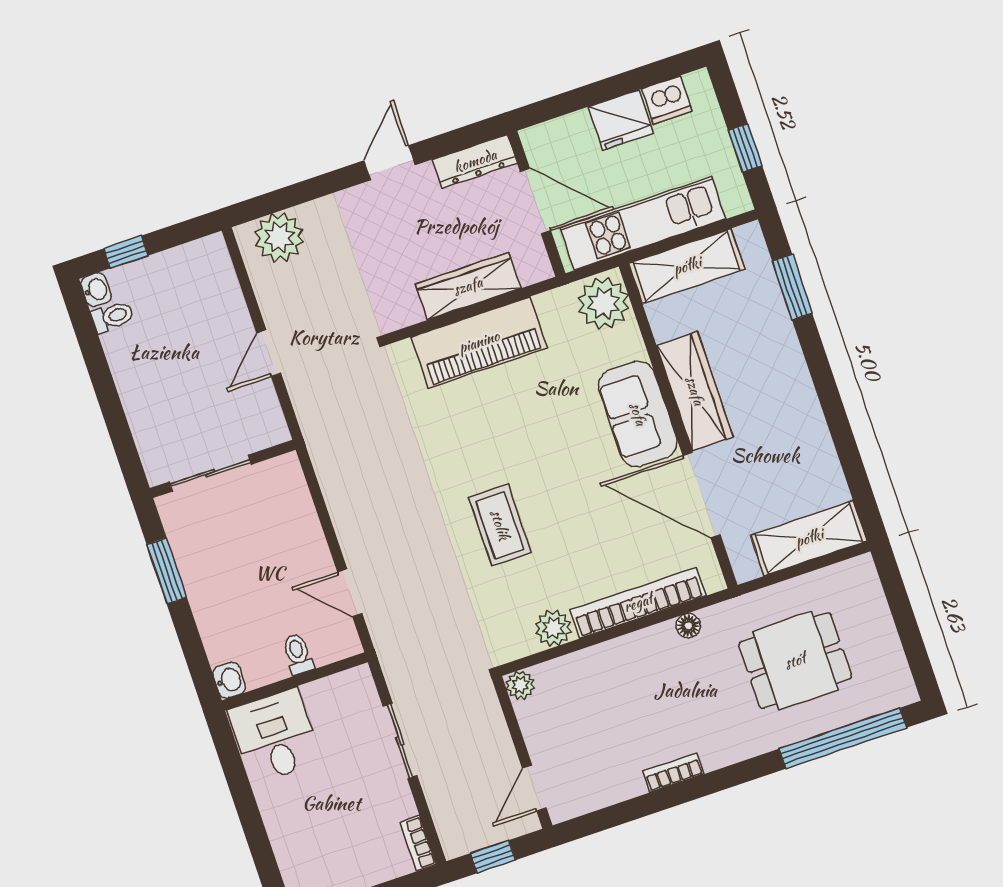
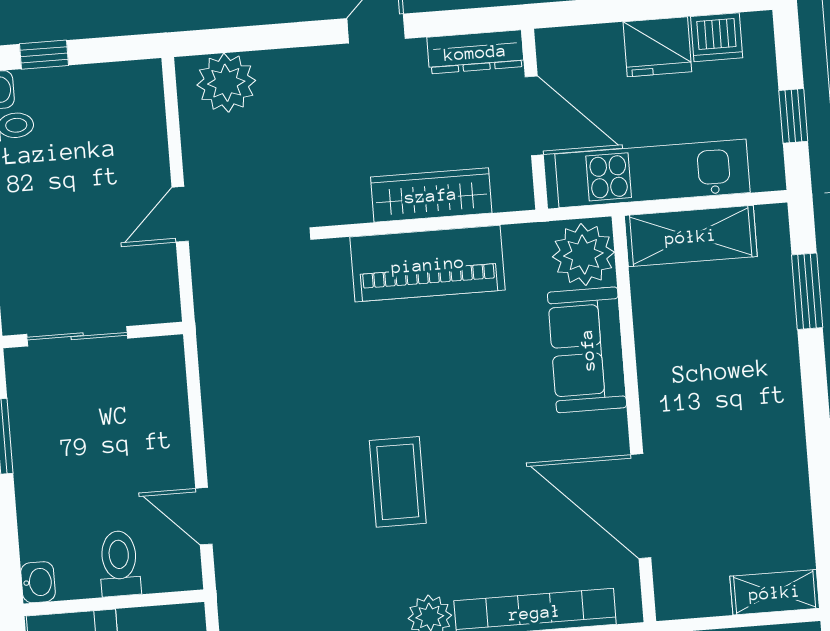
wardrobe: (695, 391) -> (663, 383), removed
sofa: (638, 414) -> (587, 350), moved
shelving: (809, 538) -> (775, 592), width x0.67, depth x0.75
toilet: (298, 654) -> (119, 563), width x1.37, depth x1.39

